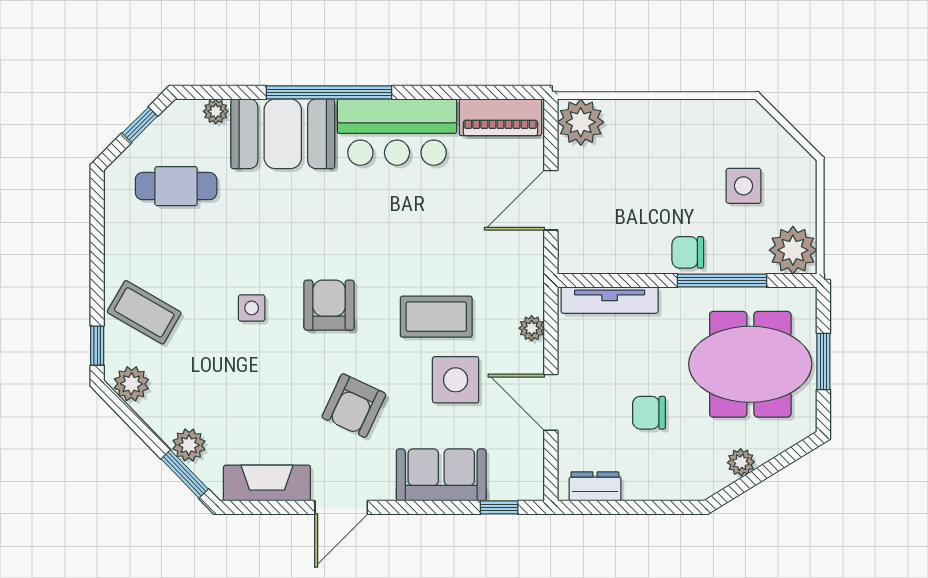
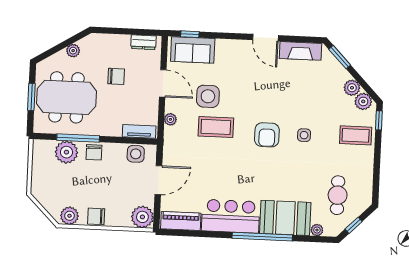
plant: (733, 118) -> (69, 216), added
chair: (677, 119) -> (96, 216), added
cafe table: (176, 186) -> (338, 195), turned 90
side table: (743, 186) -> (136, 154), moved
plant: (793, 250) -> (66, 152), moved
chair: (688, 252) -> (94, 152), turned 90
tv unit: (610, 300) -> (139, 131), width x0.71
coffee table: (144, 312) -> (356, 135), turned -30
armchair: (354, 406) -> (257, 86), removed
plant: (189, 445) -> (352, 88), moved
sofa: (441, 475) -> (193, 50), moved
door: (341, 507) -> (265, 38), swing flipped

